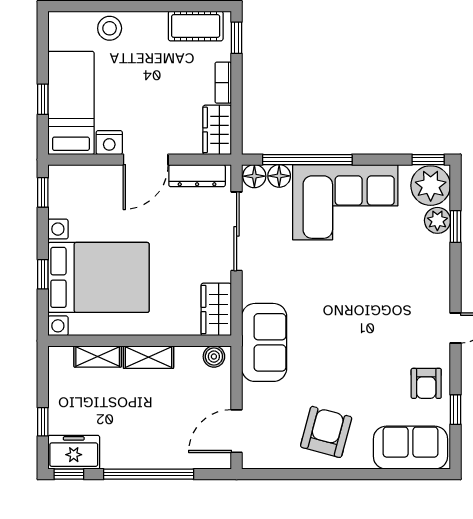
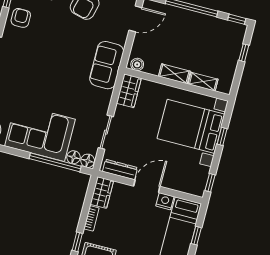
sliding door: (237, 231) -> (106, 132), width x0.73
freezer: (74, 452) -> (231, 31), removed

